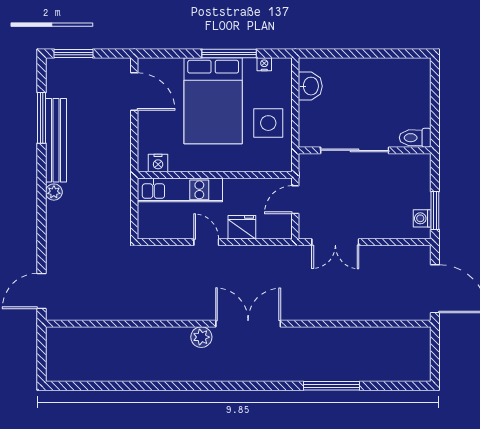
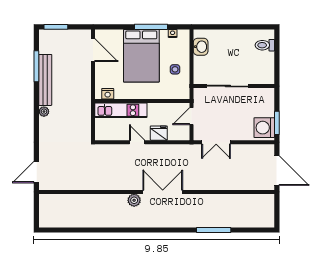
side table: (268, 123) -> (175, 69), width x0.54, depth x0.54
toilet: (415, 138) -> (265, 45), moved
washing machine: (422, 218) -> (264, 128), width x1.89, depth x1.89

